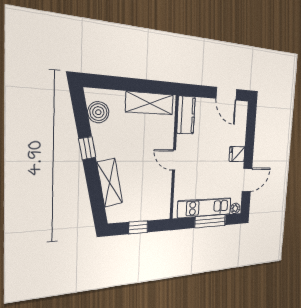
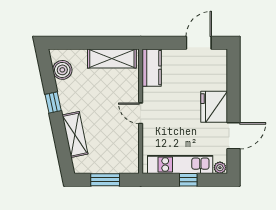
door: (226, 94) -> (199, 43), swing flipped
fridge: (237, 154) -> (214, 107), width x1.88, depth x1.34
window: (210, 221) -> (188, 180), width x0.46
window: (138, 227) -> (105, 180), width x1.50

